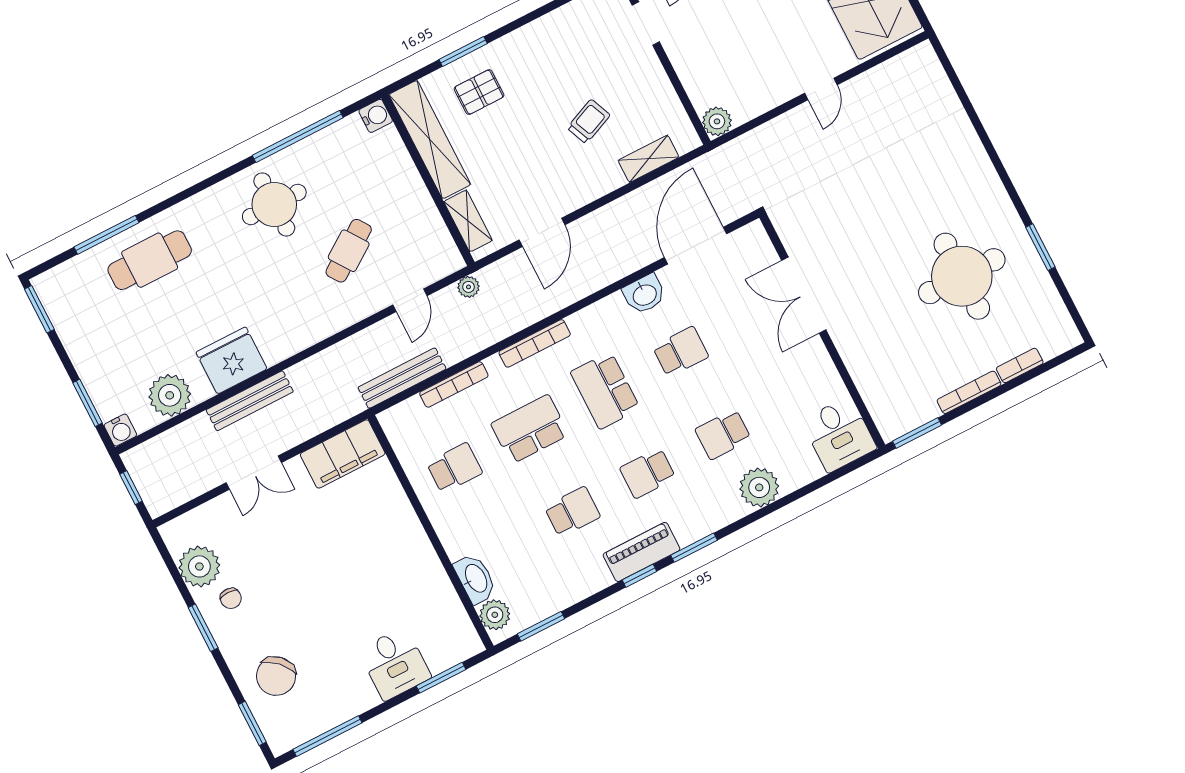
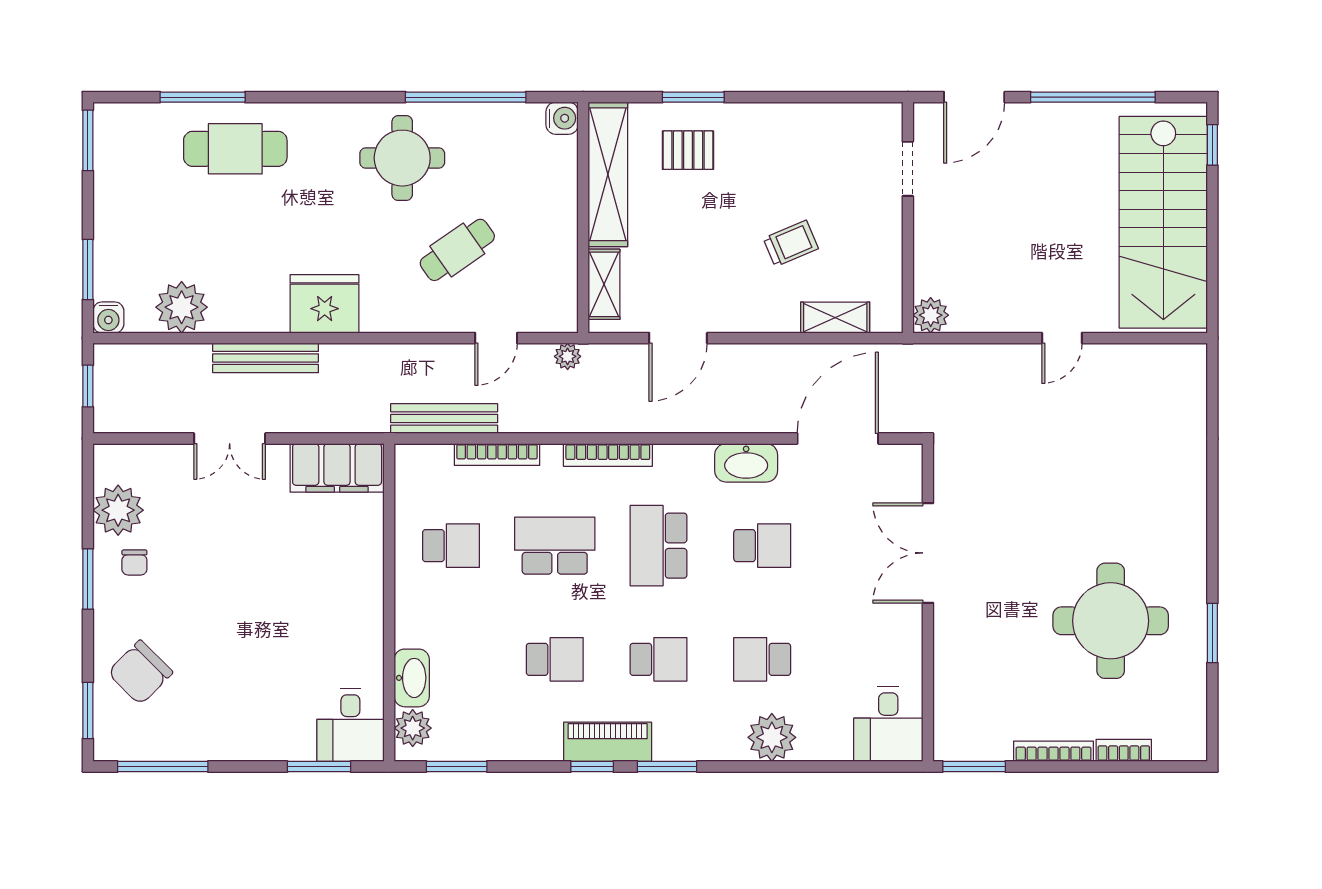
washbasin: (644, 294) -> (746, 463), width x1.38
fridge: (232, 360) -> (325, 304), moved
school desk: (648, 473) -> (658, 659), turned 180
desk: (395, 664) -> (350, 725), moved

